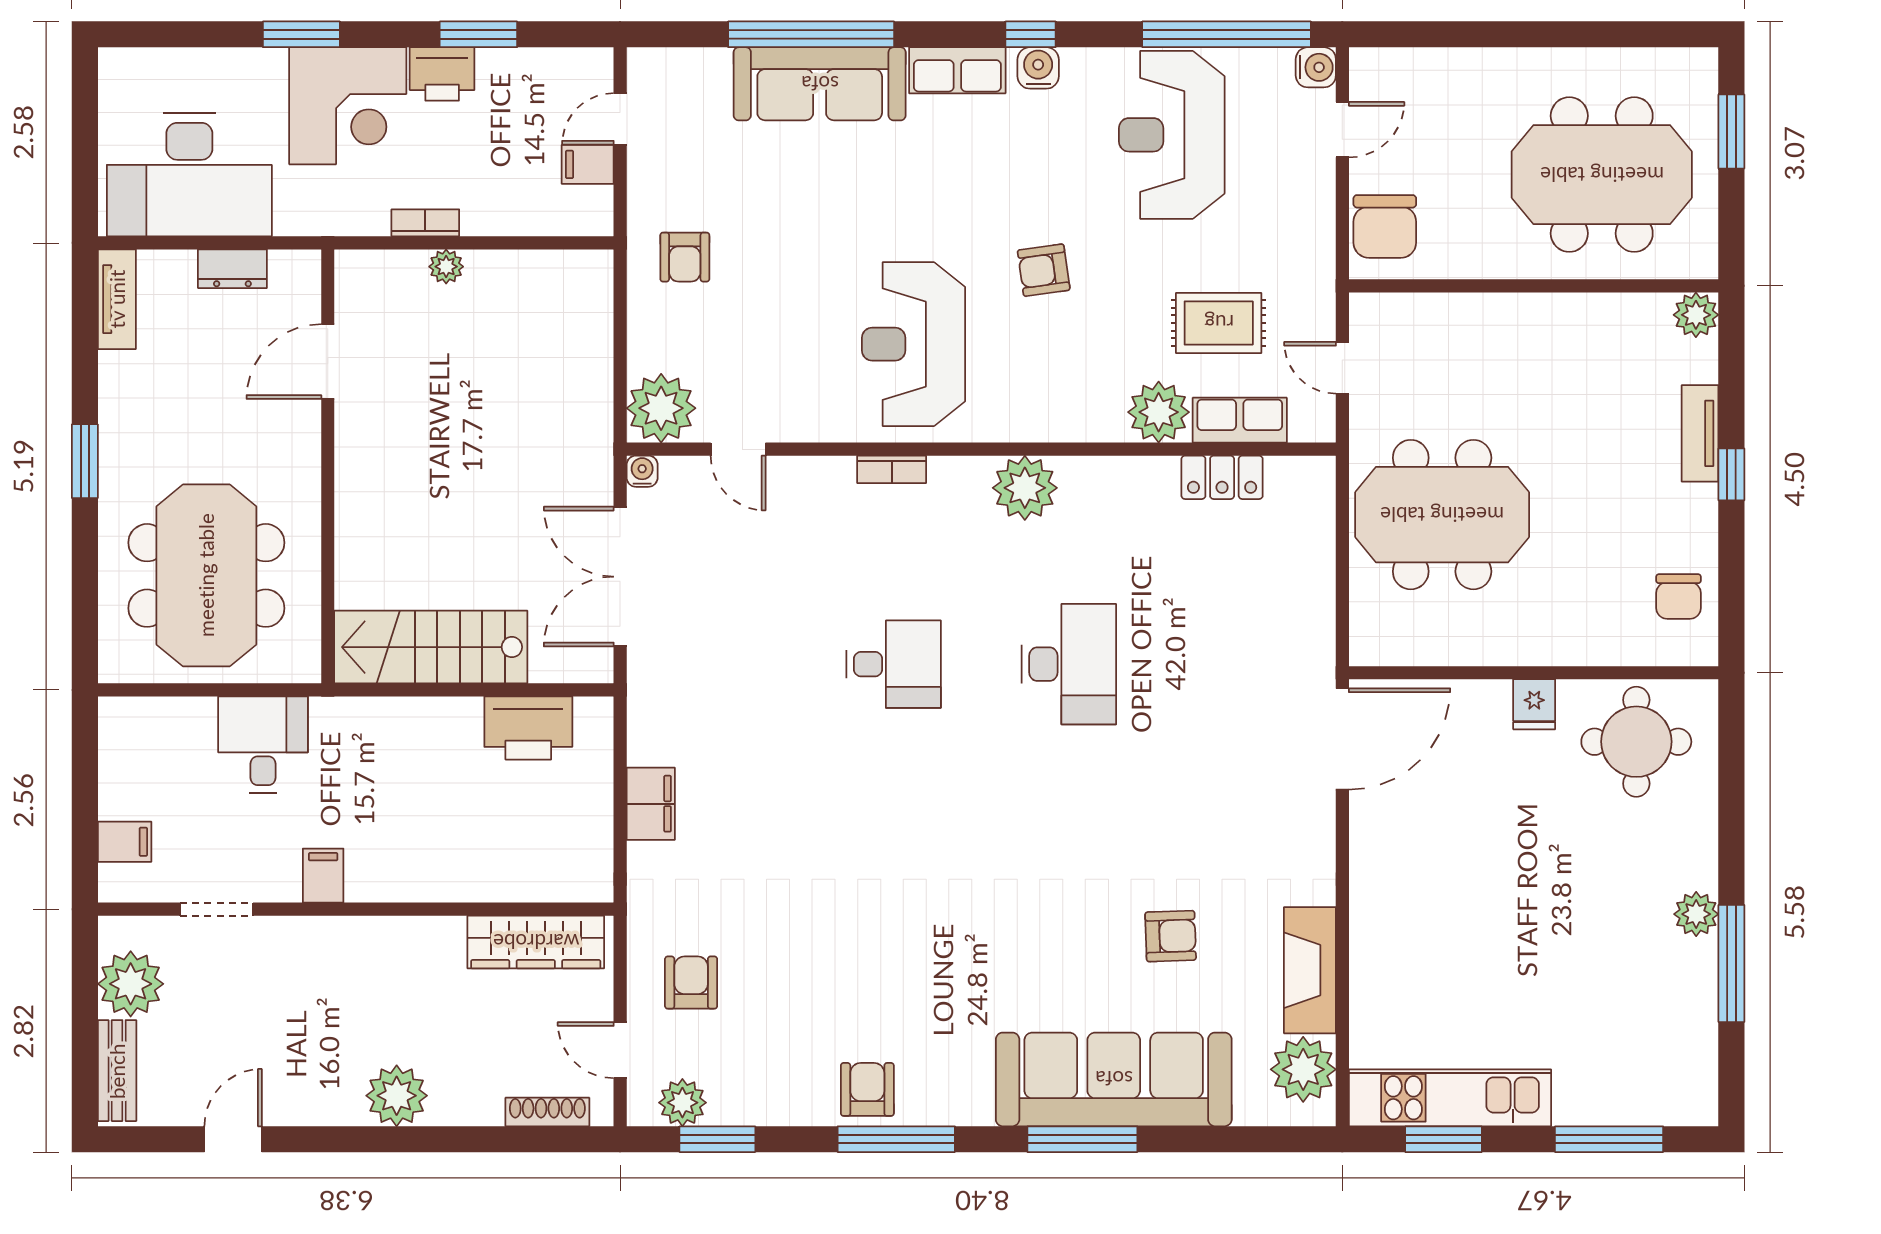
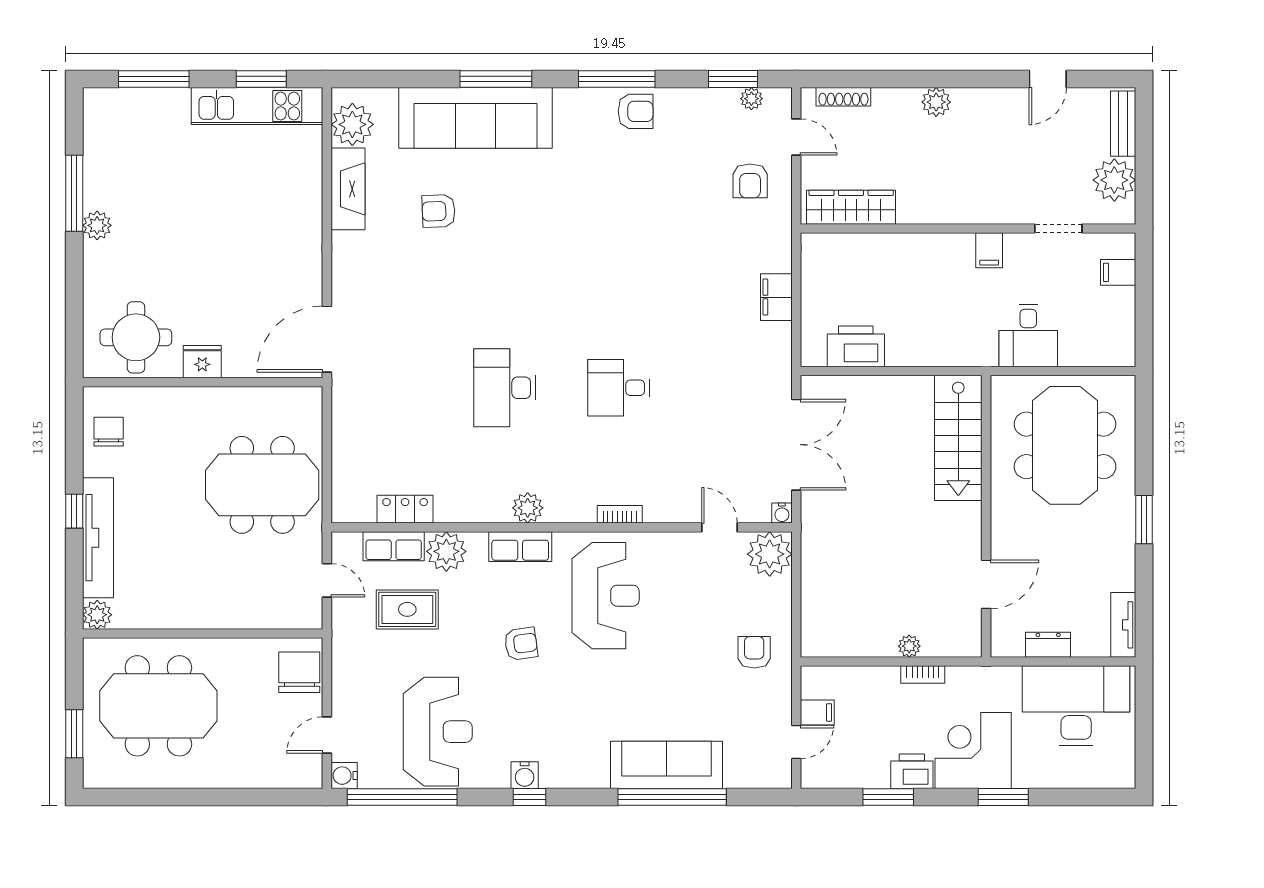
row of seats: (957, 70) -> (520, 547), moved, turned 180
tv unit: (1700, 433) -> (98, 538), width x1.92, depth x1.29
plant: (1025, 488) -> (528, 508), width x0.73, depth x0.73
stairs: (431, 647) -> (958, 438), moved, turned 90
fridge: (1534, 704) -> (202, 362), width x1.38
armchair: (867, 1089) -> (636, 111), turned -90
plant: (397, 1096) -> (936, 102), width x0.73, depth x0.73
plant: (682, 1103) -> (751, 99), width x0.73, depth x0.73

